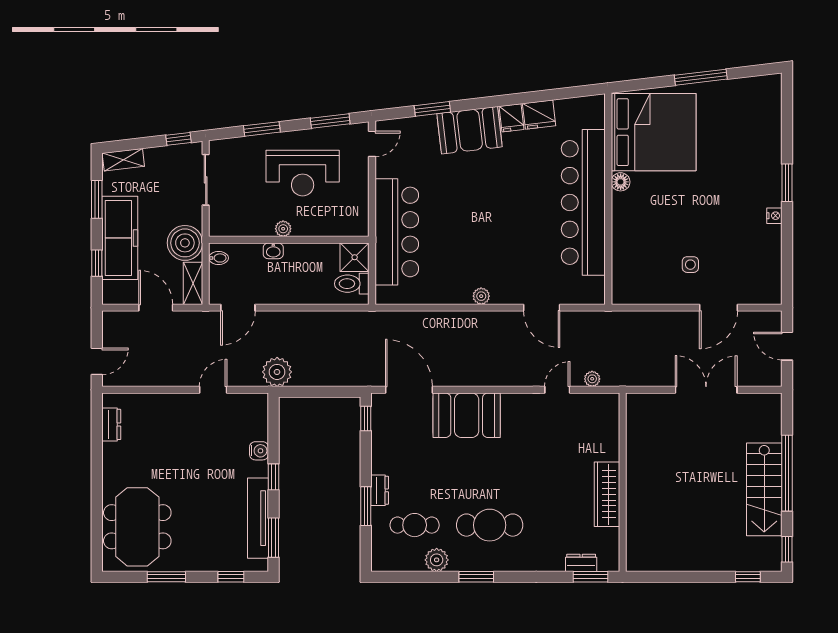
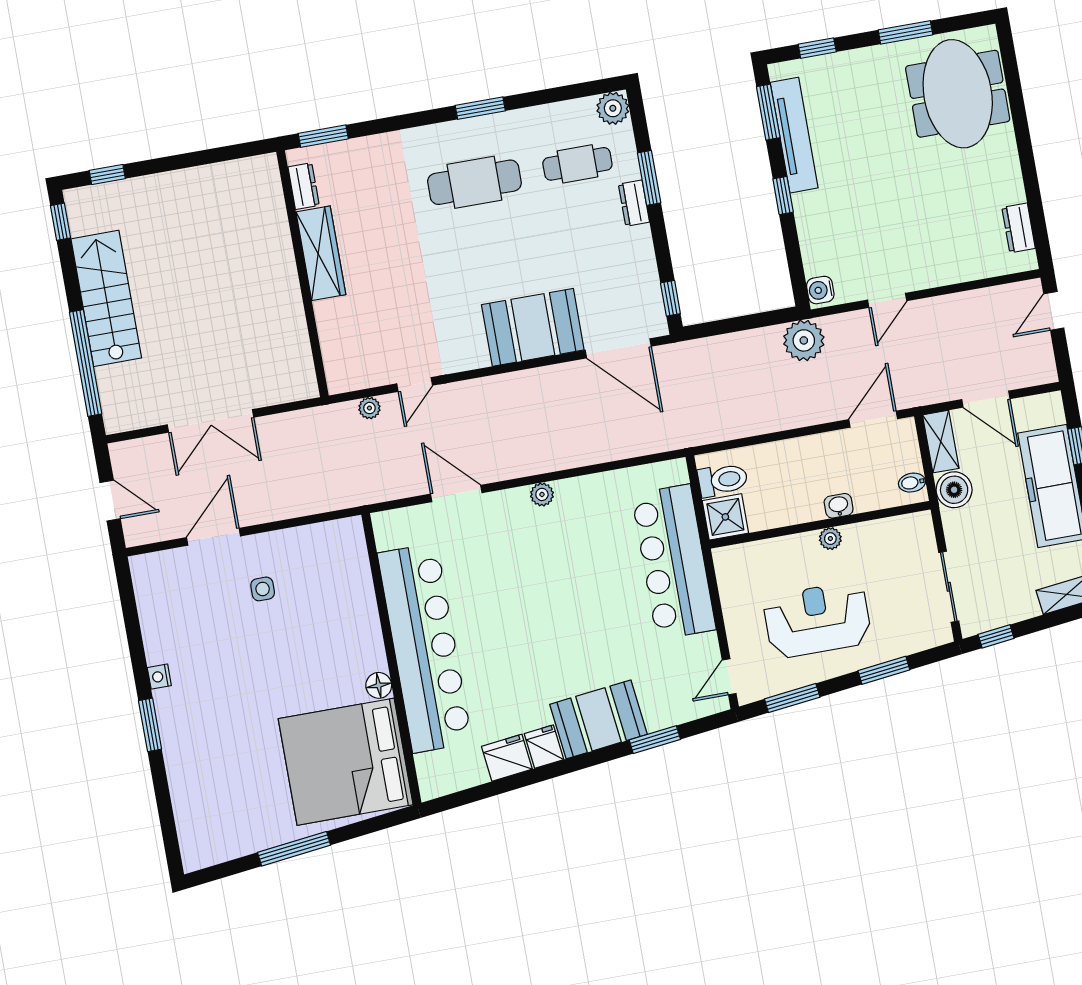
boiler: (185, 243) -> (954, 490), width x0.73, depth x0.73
water cooler: (259, 451) -> (820, 290), moved
window: (787, 473) -> (86, 363), moved
plant: (437, 560) -> (613, 108), moved
dresser: (581, 563) -> (304, 186), moved, turned -90

